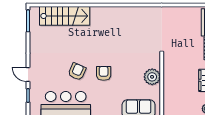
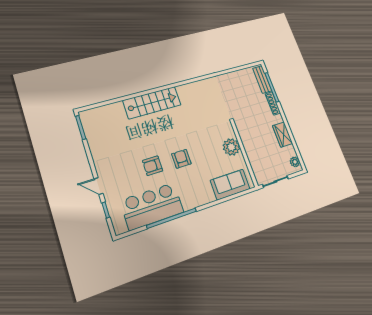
stairs: (65, 16) -> (152, 103), moved
armchair: (77, 72) -> (153, 166), turned -114

